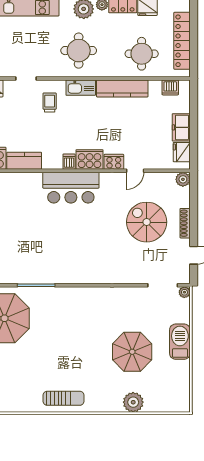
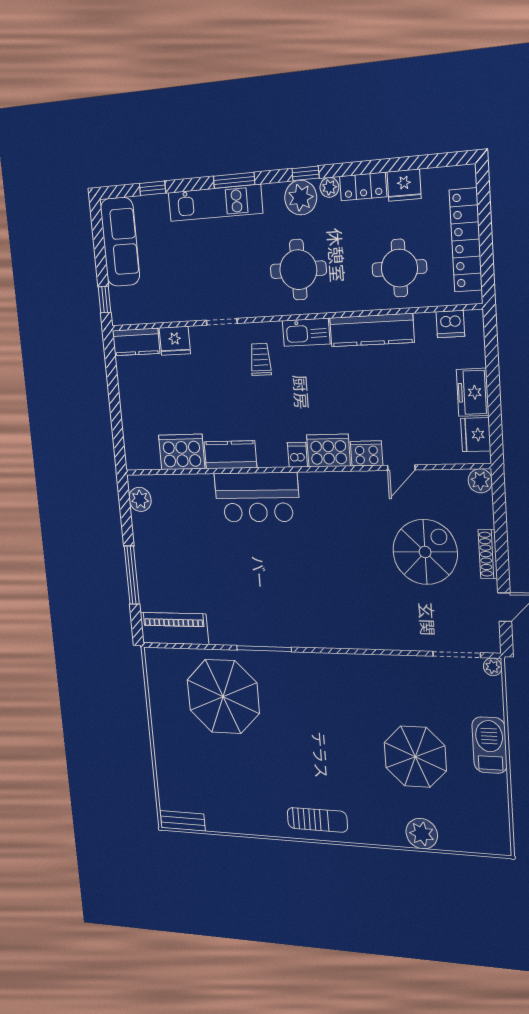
bar counter: (71, 188) -> (257, 497), moved
spiral stairs: (147, 222) -> (425, 552), turned 90

